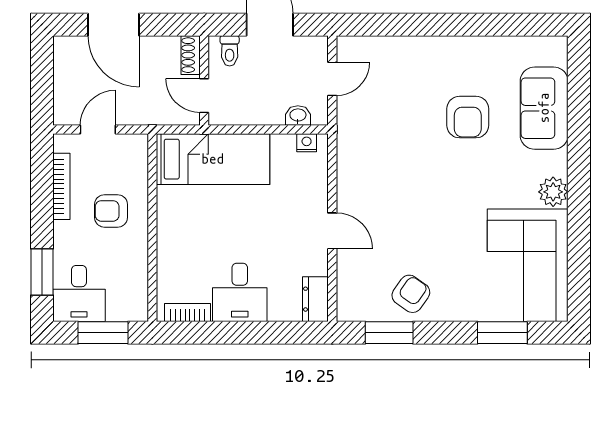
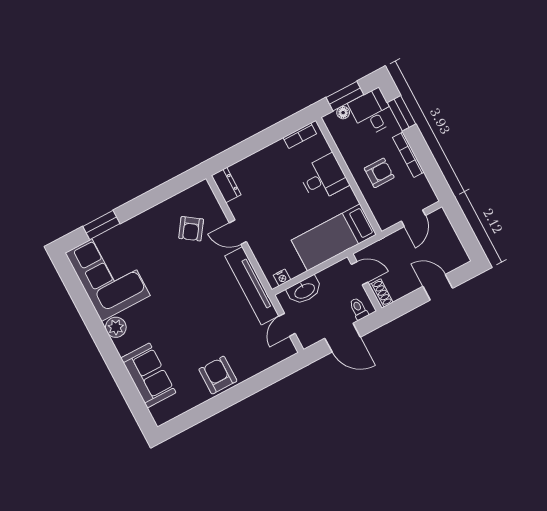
door: (114, 25) -> (438, 287), width x0.73
washbasin: (298, 115) -> (304, 290), width x1.91, depth x1.45
armchair: (468, 117) -> (218, 375), moved
tv unit: (351, 153) -> (252, 286), added
bookcase: (61, 186) -> (408, 155), moved
desk: (240, 292) -> (324, 178), moved, turned 90
armchair: (411, 294) -> (191, 229), moved
floor lamp: (116, 313) -> (343, 113), added
window: (389, 333) -> (170, 188), removed

